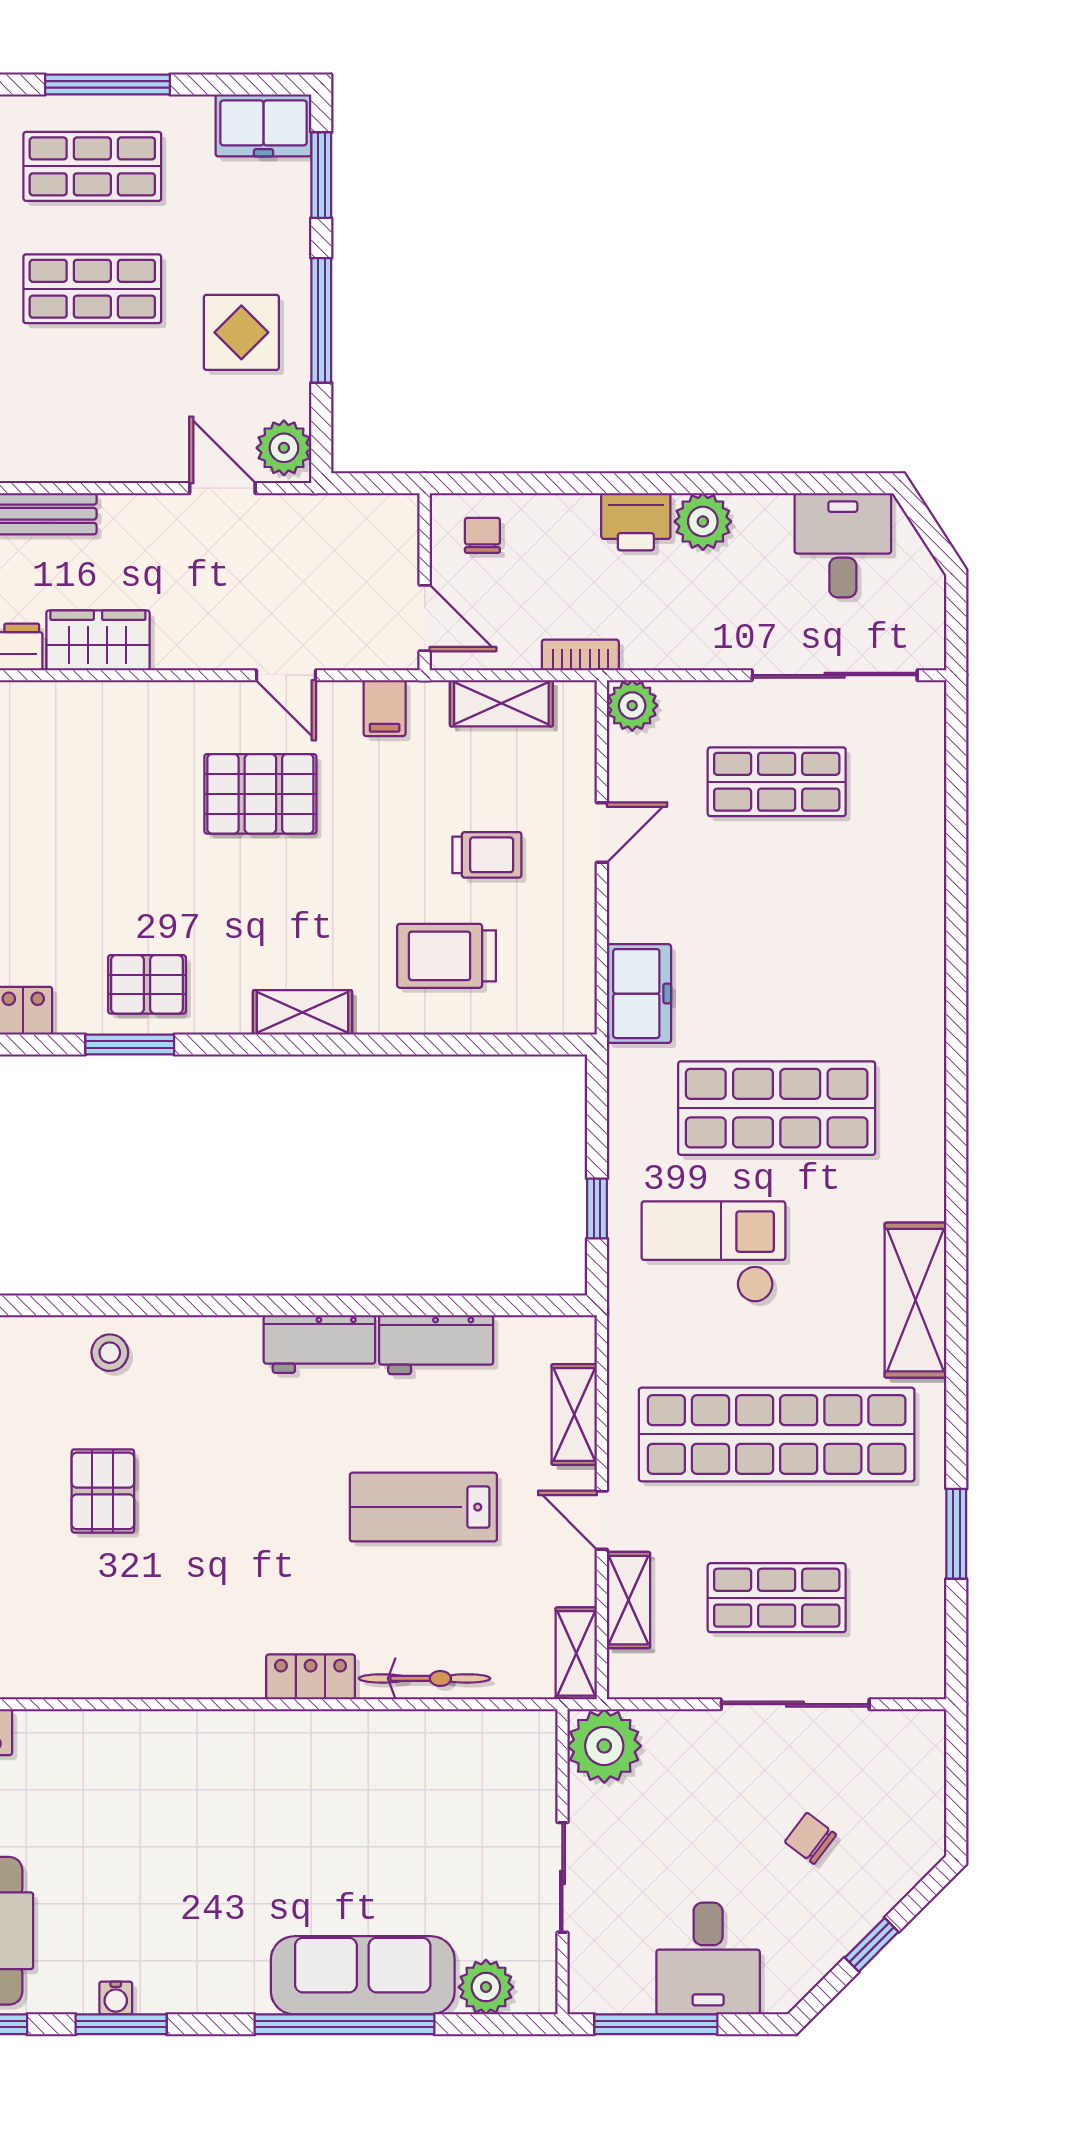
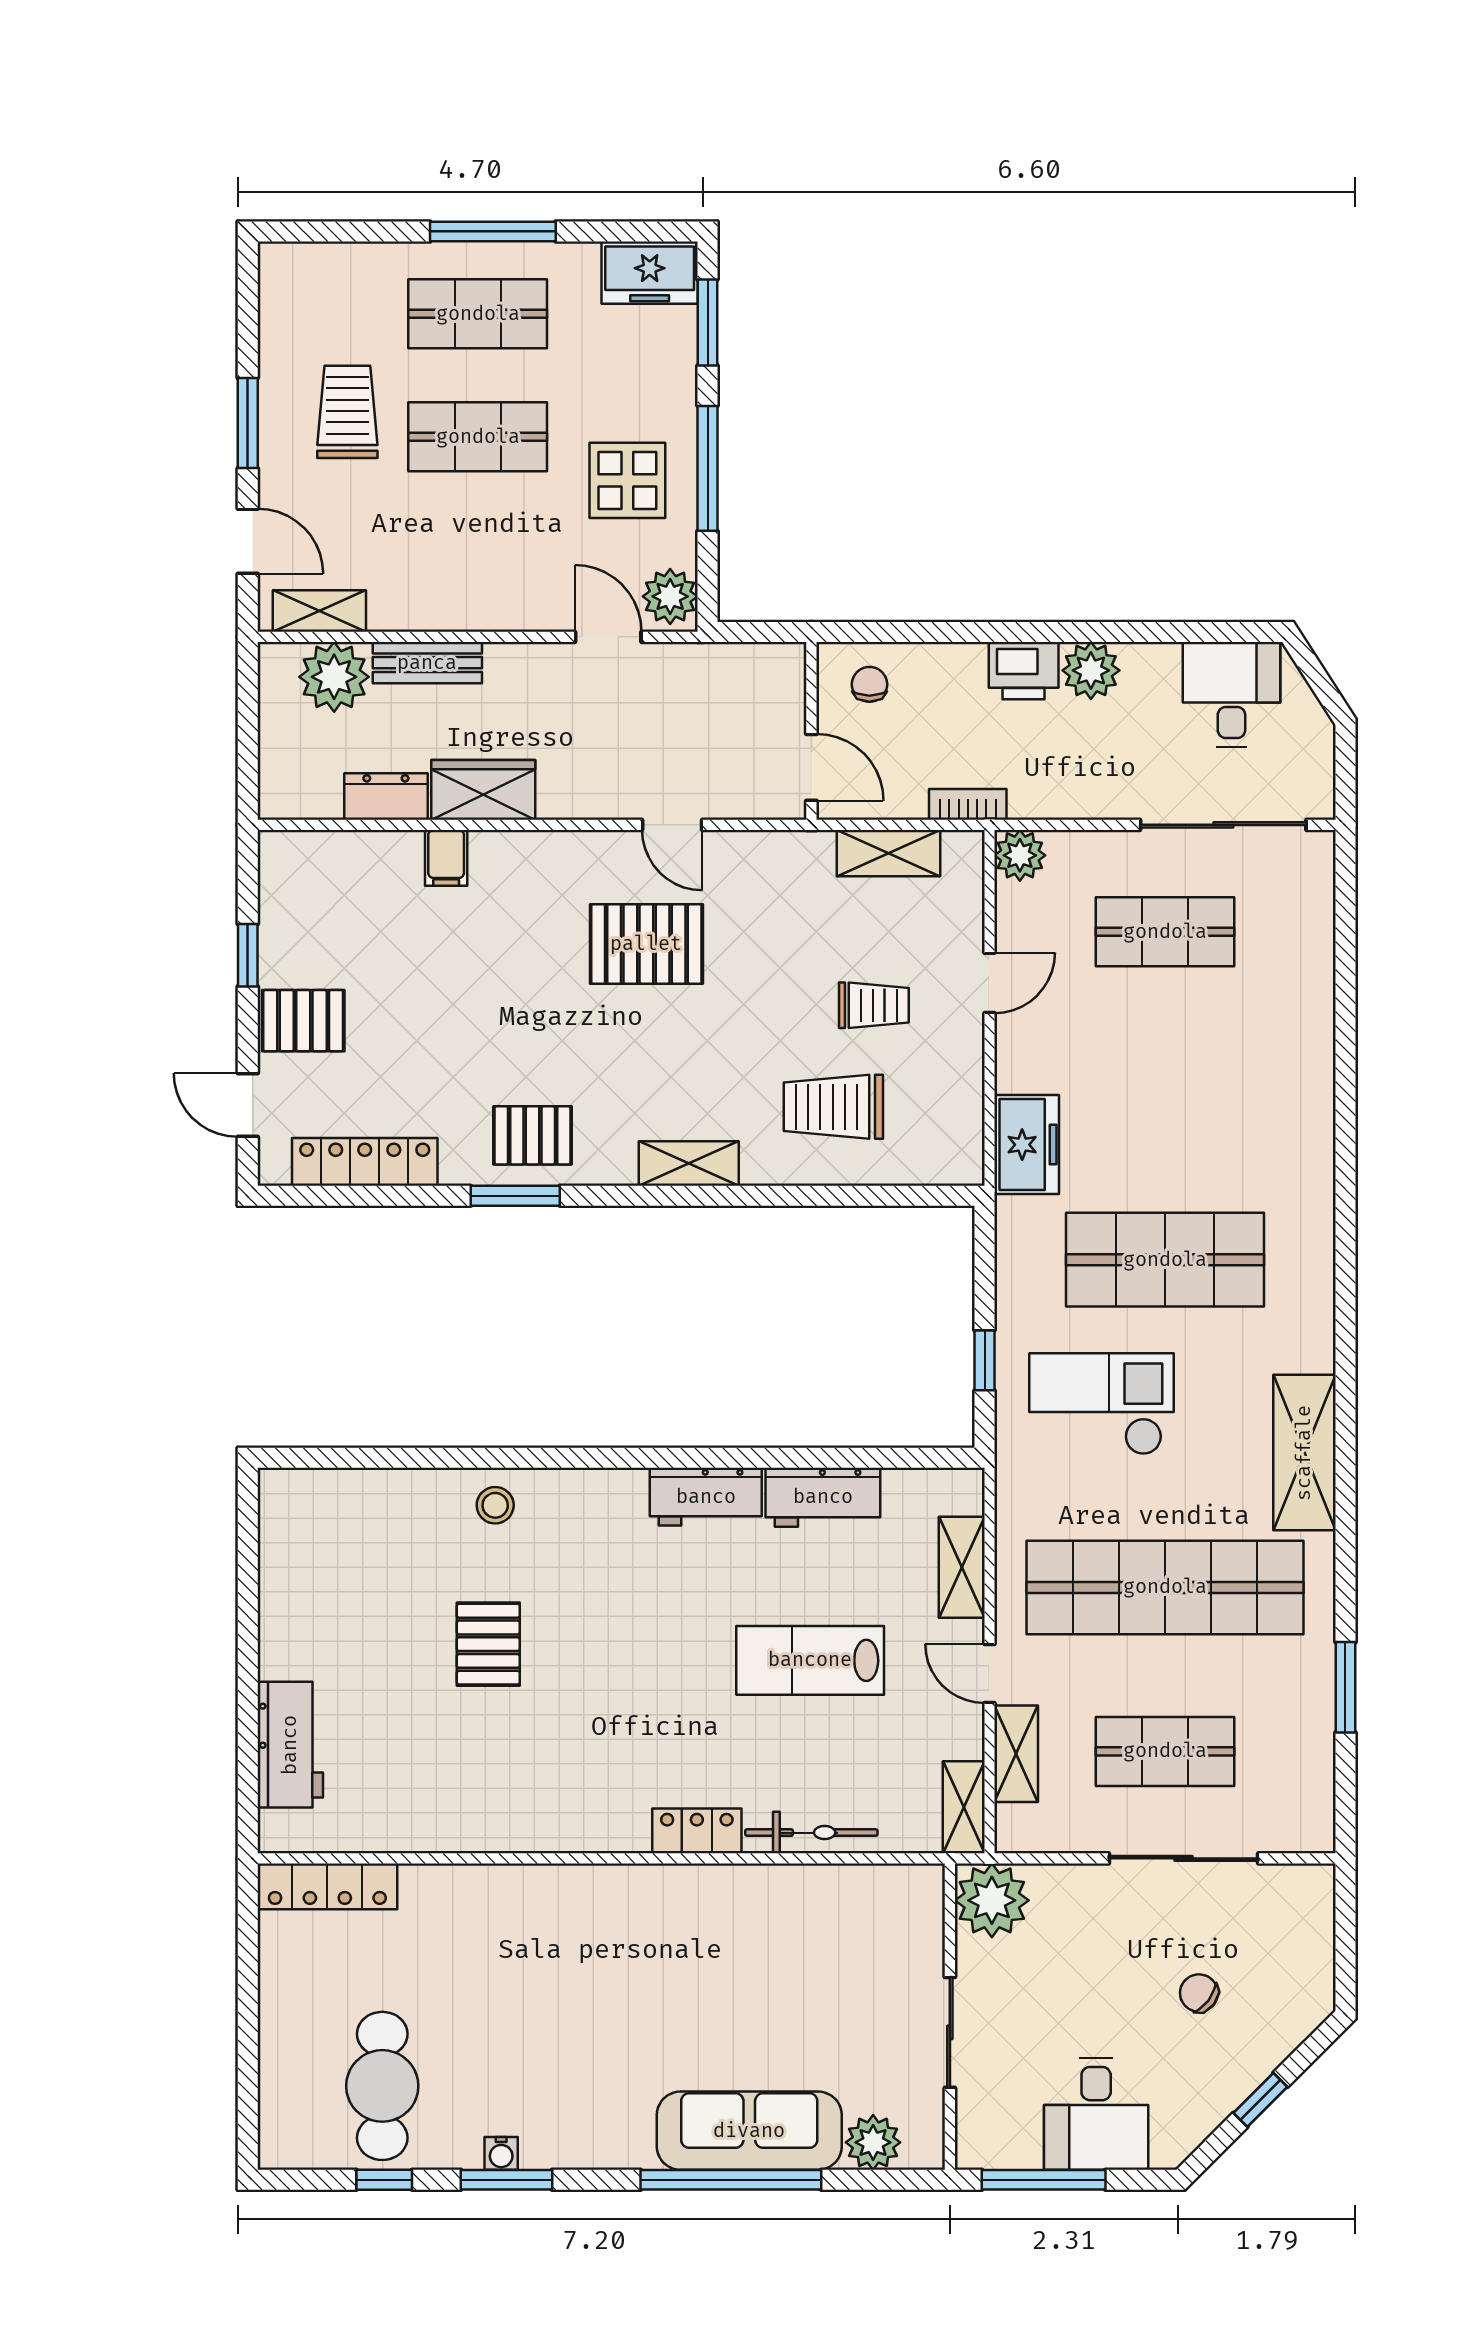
filing cabinet: (385, 708) -> (446, 858), moved

